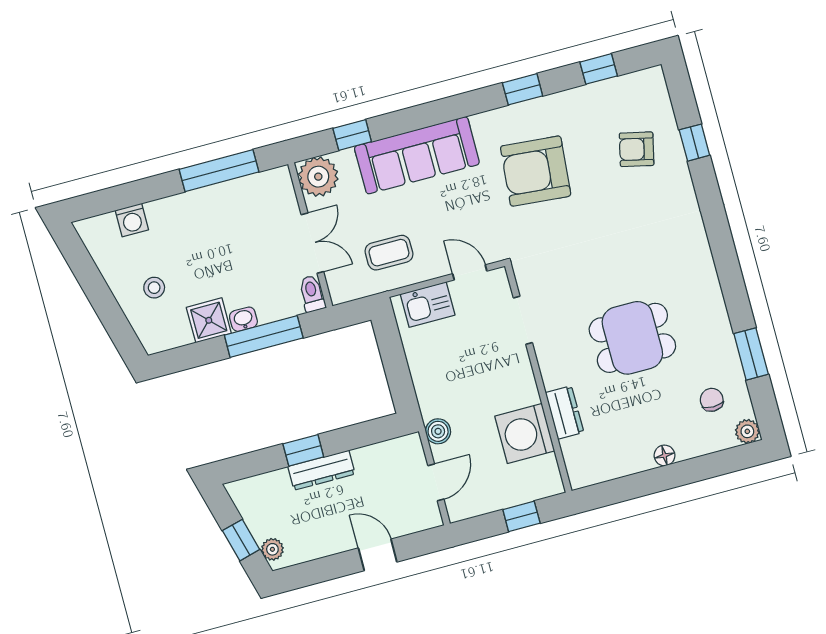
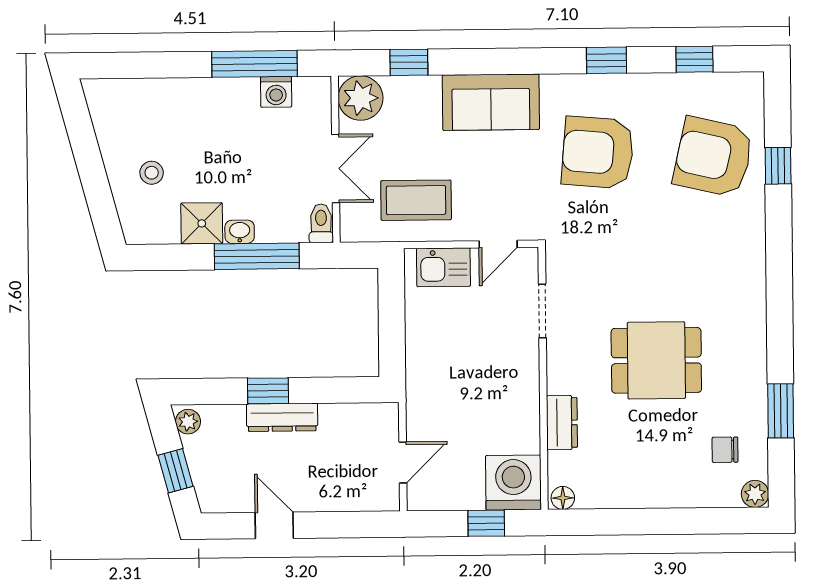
armchair: (637, 149) -> (713, 157), width x1.88, depth x1.88
sofa: (417, 155) -> (491, 102), width x0.73
washing machine: (132, 220) -> (276, 92), moved
coffee table: (389, 253) -> (416, 200), width x1.36, depth x1.30
door: (470, 272) -> (498, 244), swing flipped
chair: (712, 400) -> (725, 450), turned -90
boiler: (438, 431) -> (419, 408), removed
washing machine: (525, 433) -> (513, 483), moved, turned 90
floor lamp: (665, 455) -> (563, 498), moved
plant: (272, 549) -> (188, 422), moved
door: (378, 555) -> (274, 525), moved

